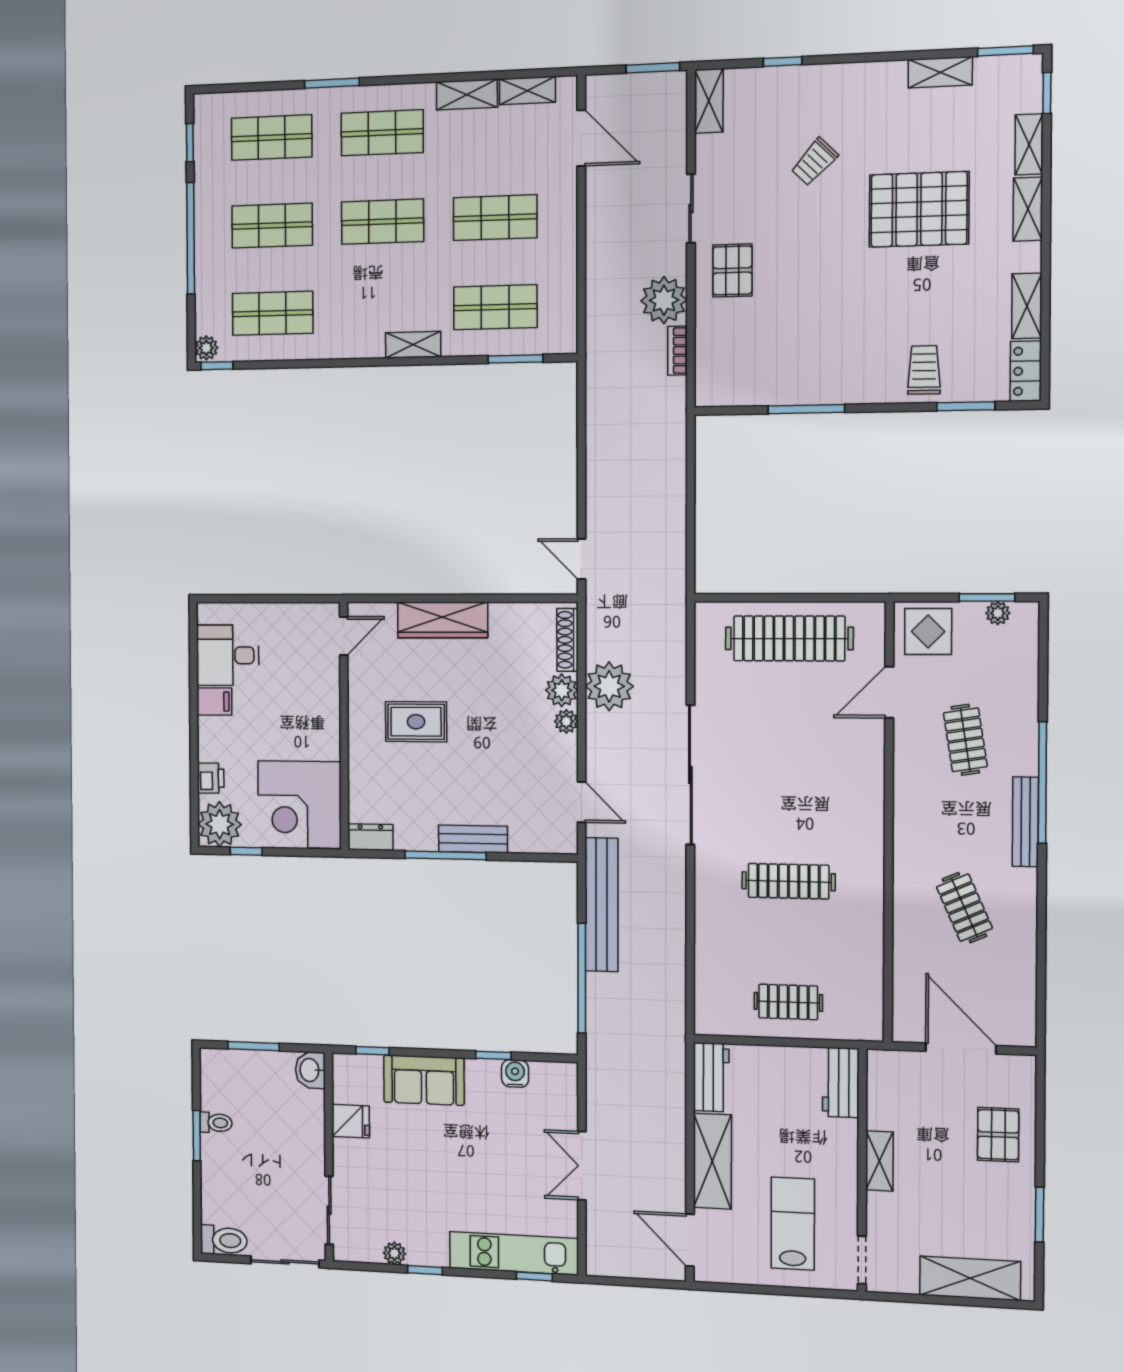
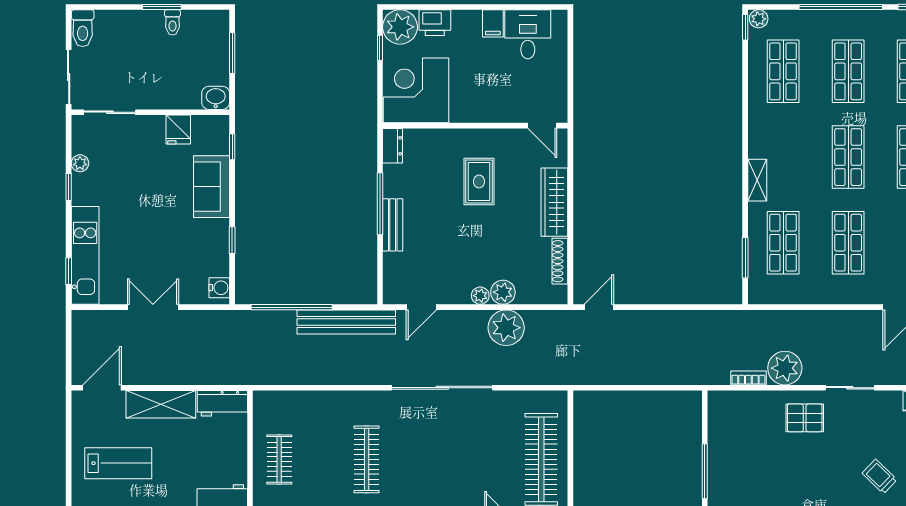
shoe rack: (567, 640) -> (560, 261), moved, turned -90
printer: (211, 778) -> (435, 23), width x1.36, depth x1.24
water cooler: (515, 1074) -> (219, 288), moved

